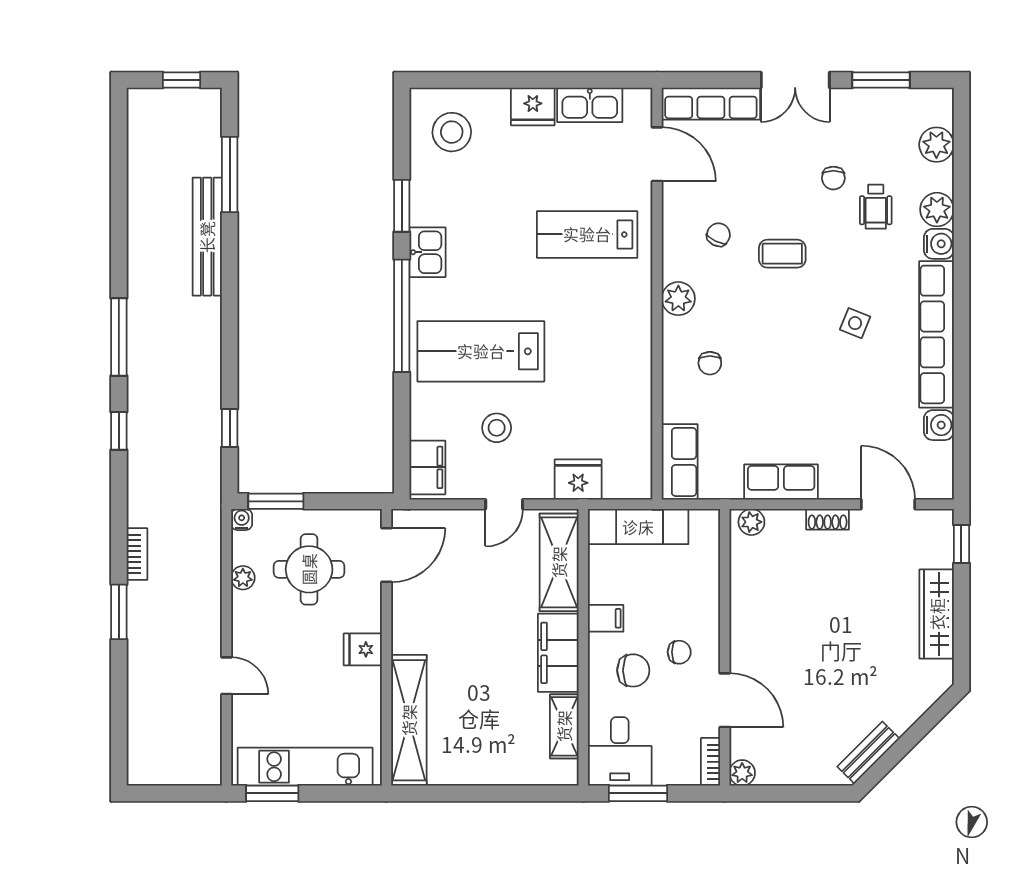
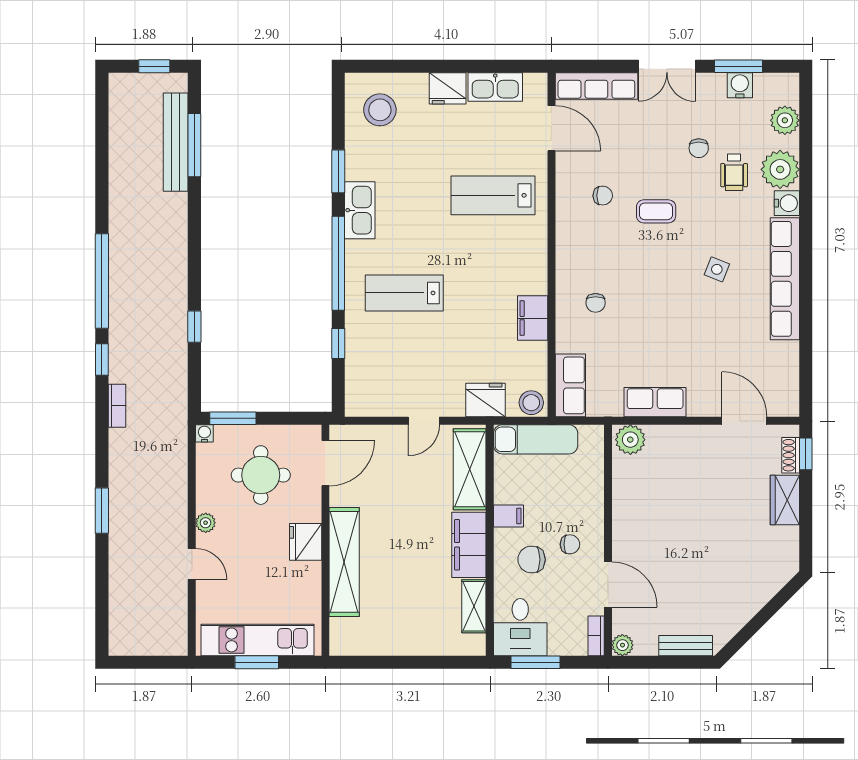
plant: (937, 210) -> (780, 169), width x1.36, depth x1.36
chair: (718, 235) -> (603, 196), turned 64
bench: (207, 237) -> (176, 142), moved
kitchen sink: (428, 252) -> (360, 210), width x1.38
plant: (678, 299) -> (569, 249), removed
window: (119, 337) -> (102, 281), width x1.46
lab bench: (481, 351) -> (404, 293), width x0.73, depth x0.72
window: (402, 412) -> (338, 343), added
water cooler: (939, 425) -> (740, 85), moved, turned -90
window: (230, 428) -> (194, 327), moved
stool: (497, 428) -> (531, 403), moved
filing cabinet: (427, 467) -> (533, 318), moved, turned 180
shoe rack: (828, 519) -> (791, 455), moved, turned 90
plant: (751, 522) -> (630, 440), width x1.38, depth x1.38
bookcase: (137, 554) -> (117, 406), moved
plant: (243, 578) -> (206, 523), moved
wardrobe: (937, 614) -> (785, 500), width x0.67
fridge: (363, 649) -> (306, 542), width x1.38
chair: (633, 670) -> (532, 560), turned 180
shelving: (409, 720) -> (344, 562), moved
bench: (868, 753) -> (686, 646), moved, turned 45
window: (272, 793) -> (257, 662), moved

